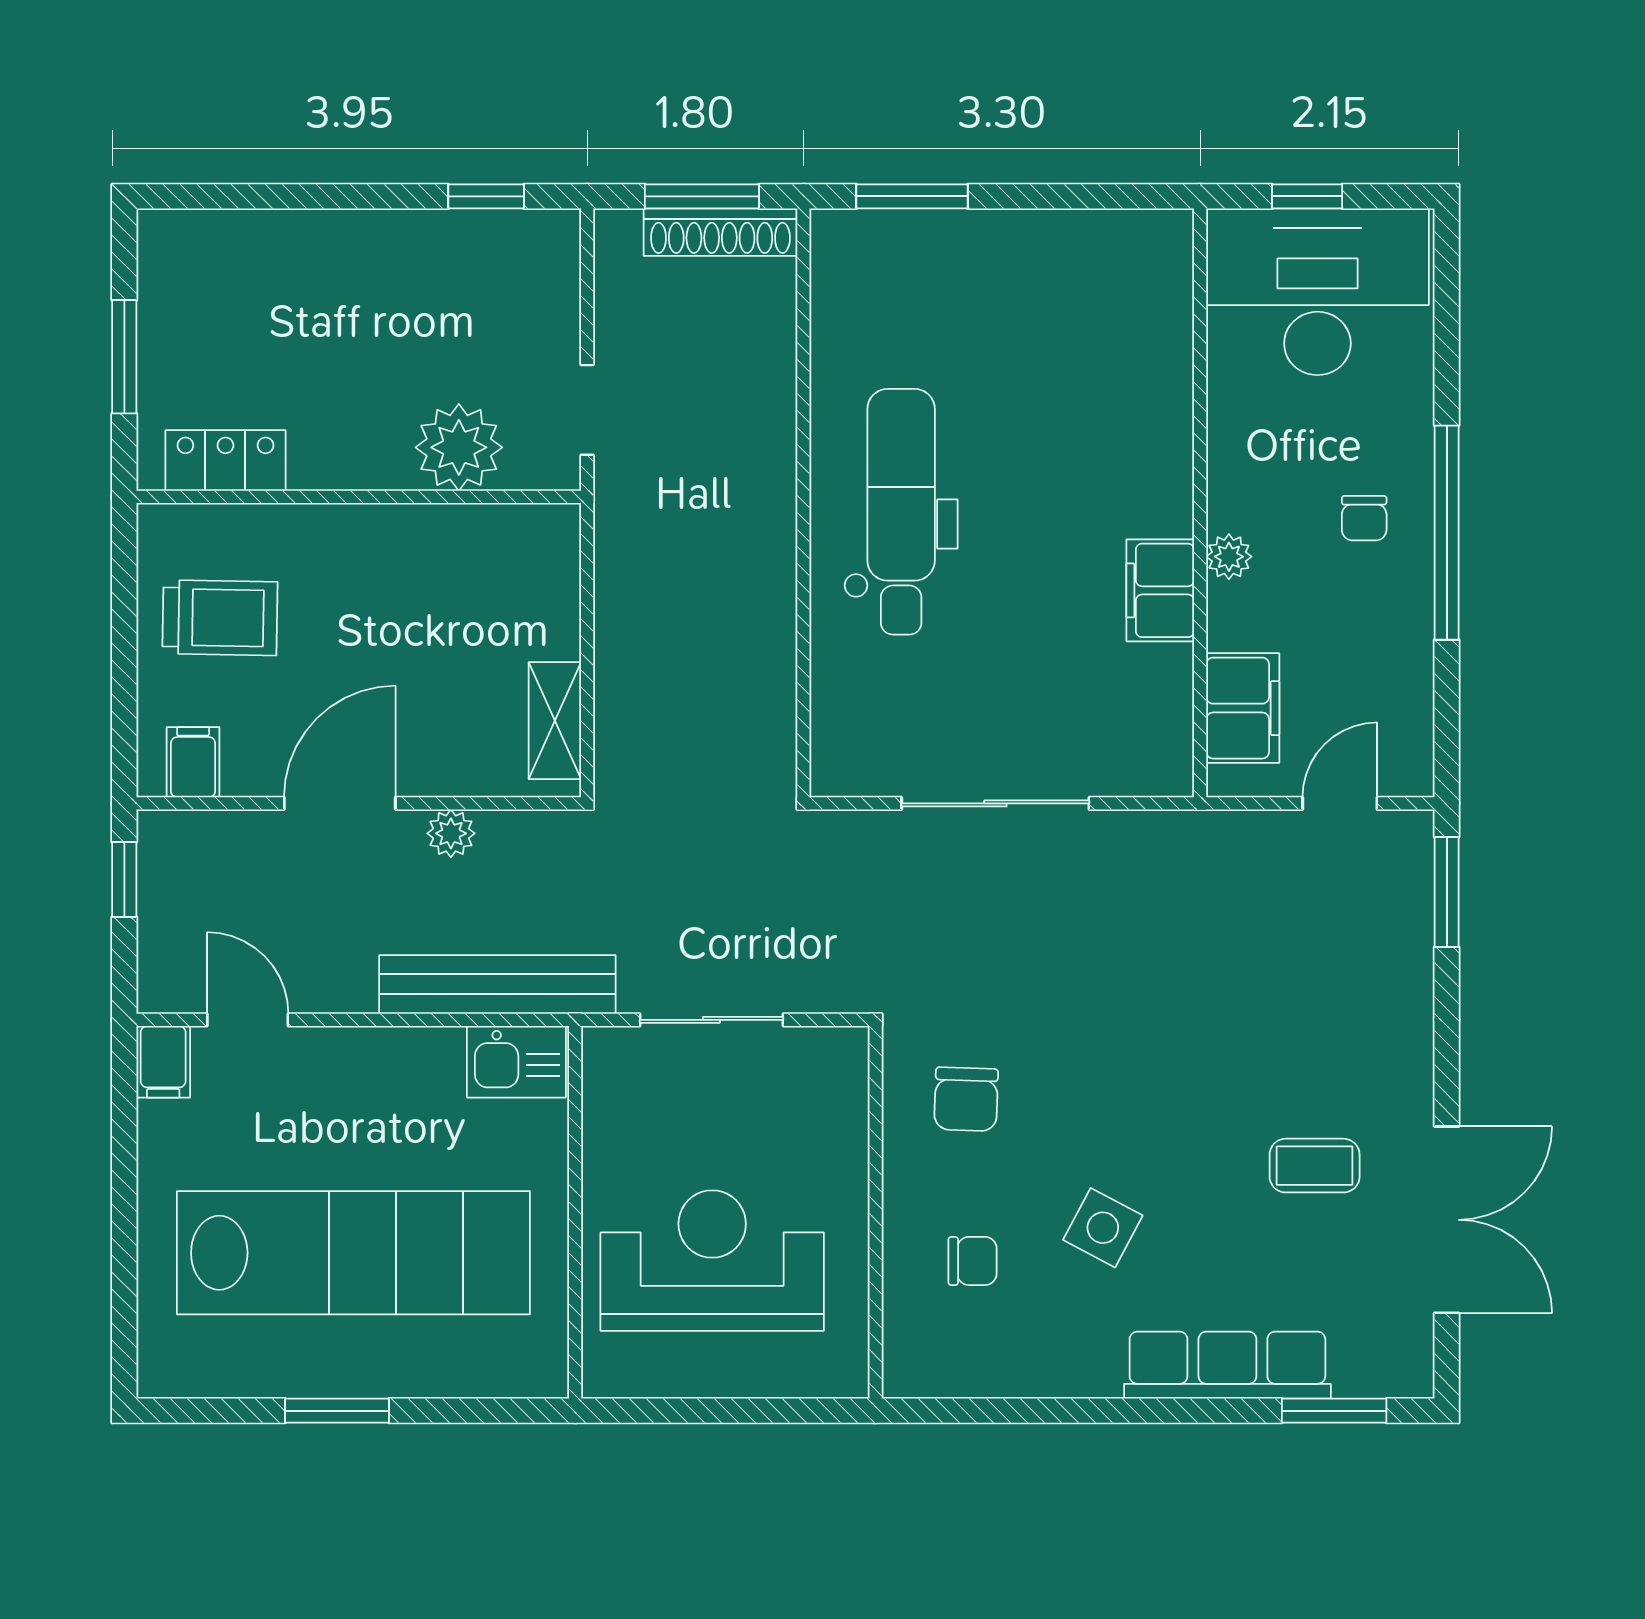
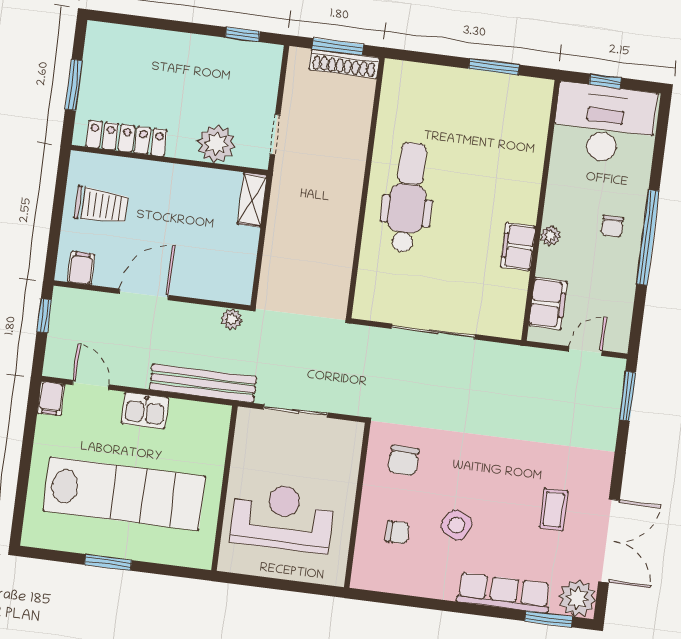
window: (912, 196) -> (494, 67), moved
locker: (225, 461) -> (126, 138), width x1.53
shelving: (555, 721) -> (252, 200), moved
plant: (451, 833) -> (231, 319), moved
kitchen sink: (516, 1062) -> (145, 410), moved
coffee table: (1315, 1166) -> (554, 510), turned 90
plant: (1393, 1356) -> (577, 598), added

